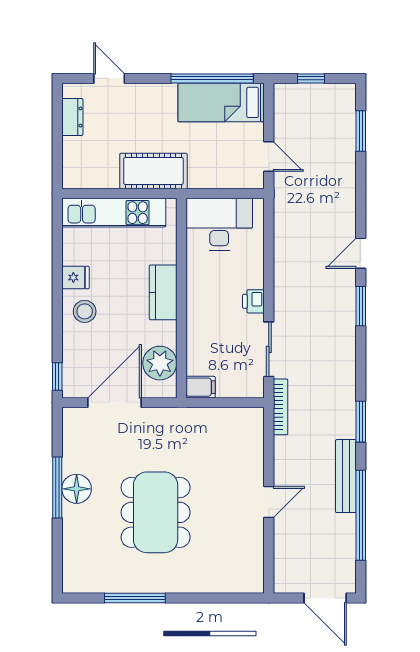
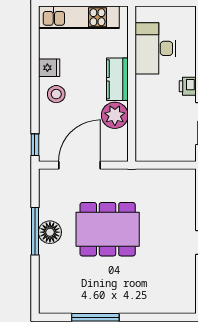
desk: (219, 224) -> (155, 48), moved, turned -90
plant: (160, 363) -> (115, 115), moved
filing cabinet: (201, 387) -> (147, 153), removed
dining table: (156, 512) -> (108, 229), moved, turned 90

